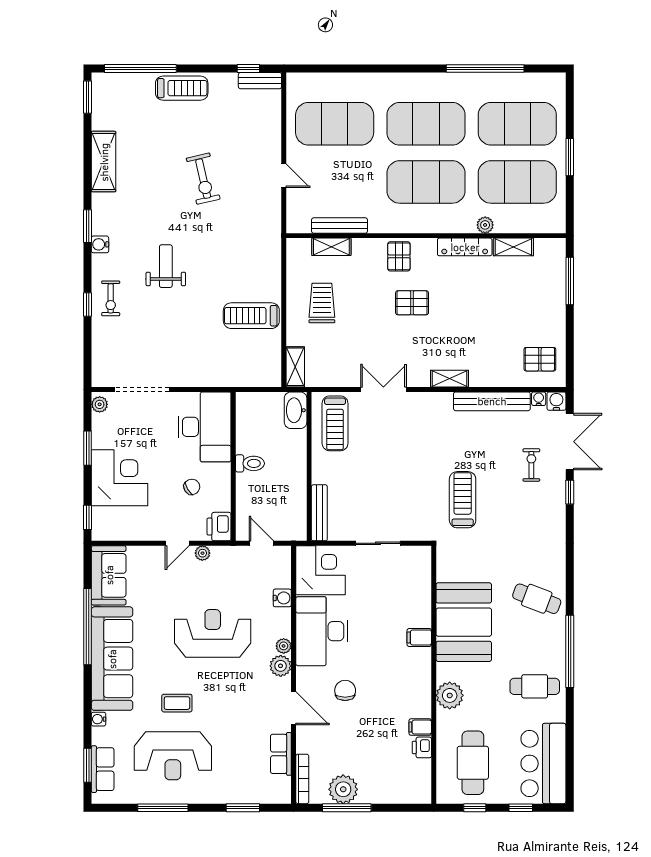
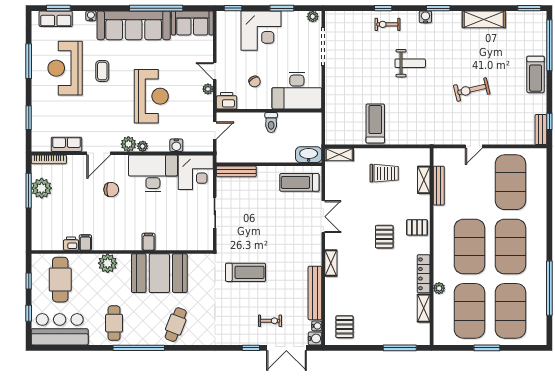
cafe table: (473, 763) -> (60, 280), turned 90

